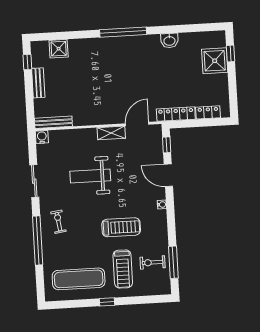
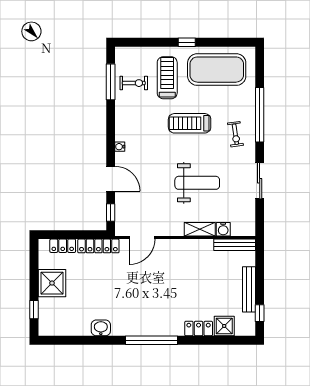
locker: (82, 45) -> (199, 329), added
shower: (215, 61) -> (52, 283), moved
bench: (38, 83) -> (249, 289), width x1.36
shelving: (111, 133) -> (200, 229), moved
water cooler: (42, 137) -> (223, 229), moved
treadmill: (121, 227) -> (190, 123), moved
exercise mat: (79, 279) -> (217, 70), width x1.47

